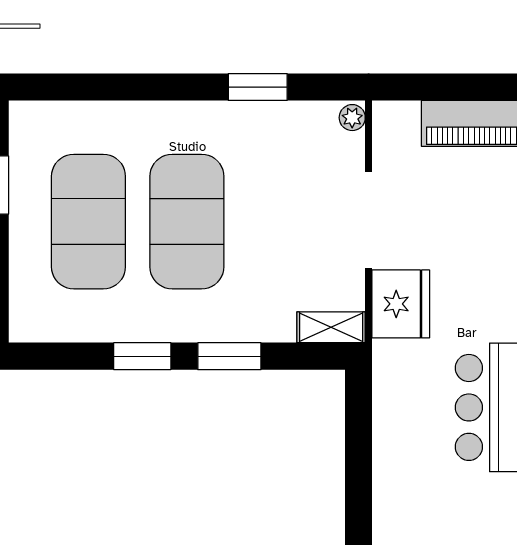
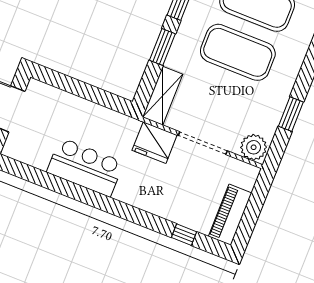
plant: (352, 118) -> (254, 147), width x1.88, depth x1.88
shelving: (331, 327) -> (163, 96), width x1.50, depth x1.33

